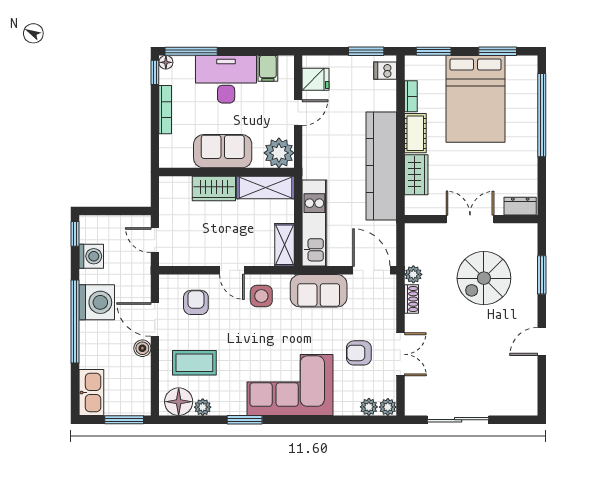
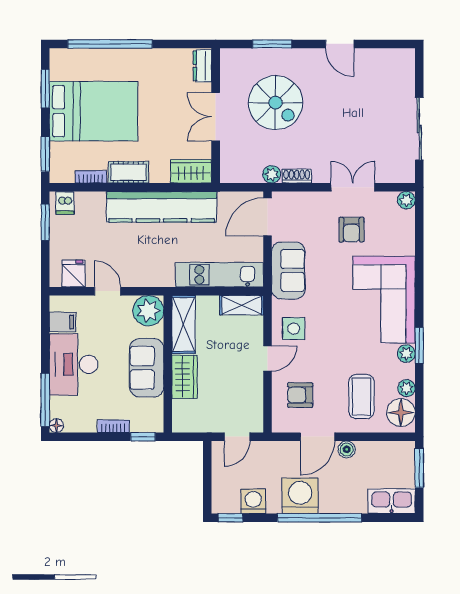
window: (155, 72) -> (143, 437), moved
bookcase: (165, 110) -> (113, 426), width x0.64
wardrobe: (416, 175) -> (191, 171), moved
plant: (369, 407) -> (406, 354), moved

